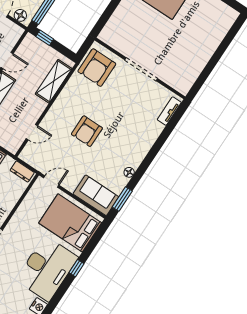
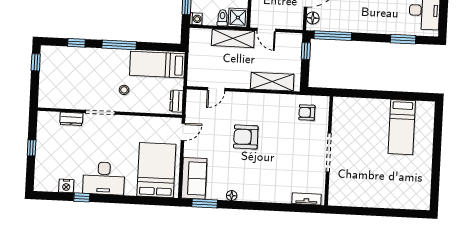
armchair: (97, 68) -> (307, 113), width x0.53, depth x0.53
door: (32, 132) -> (216, 89), hinge flipped
door: (51, 182) -> (183, 132), hinge flipped
window: (76, 268) -> (82, 197), moved
desk: (47, 269) -> (104, 178), width x0.73, depth x0.77

